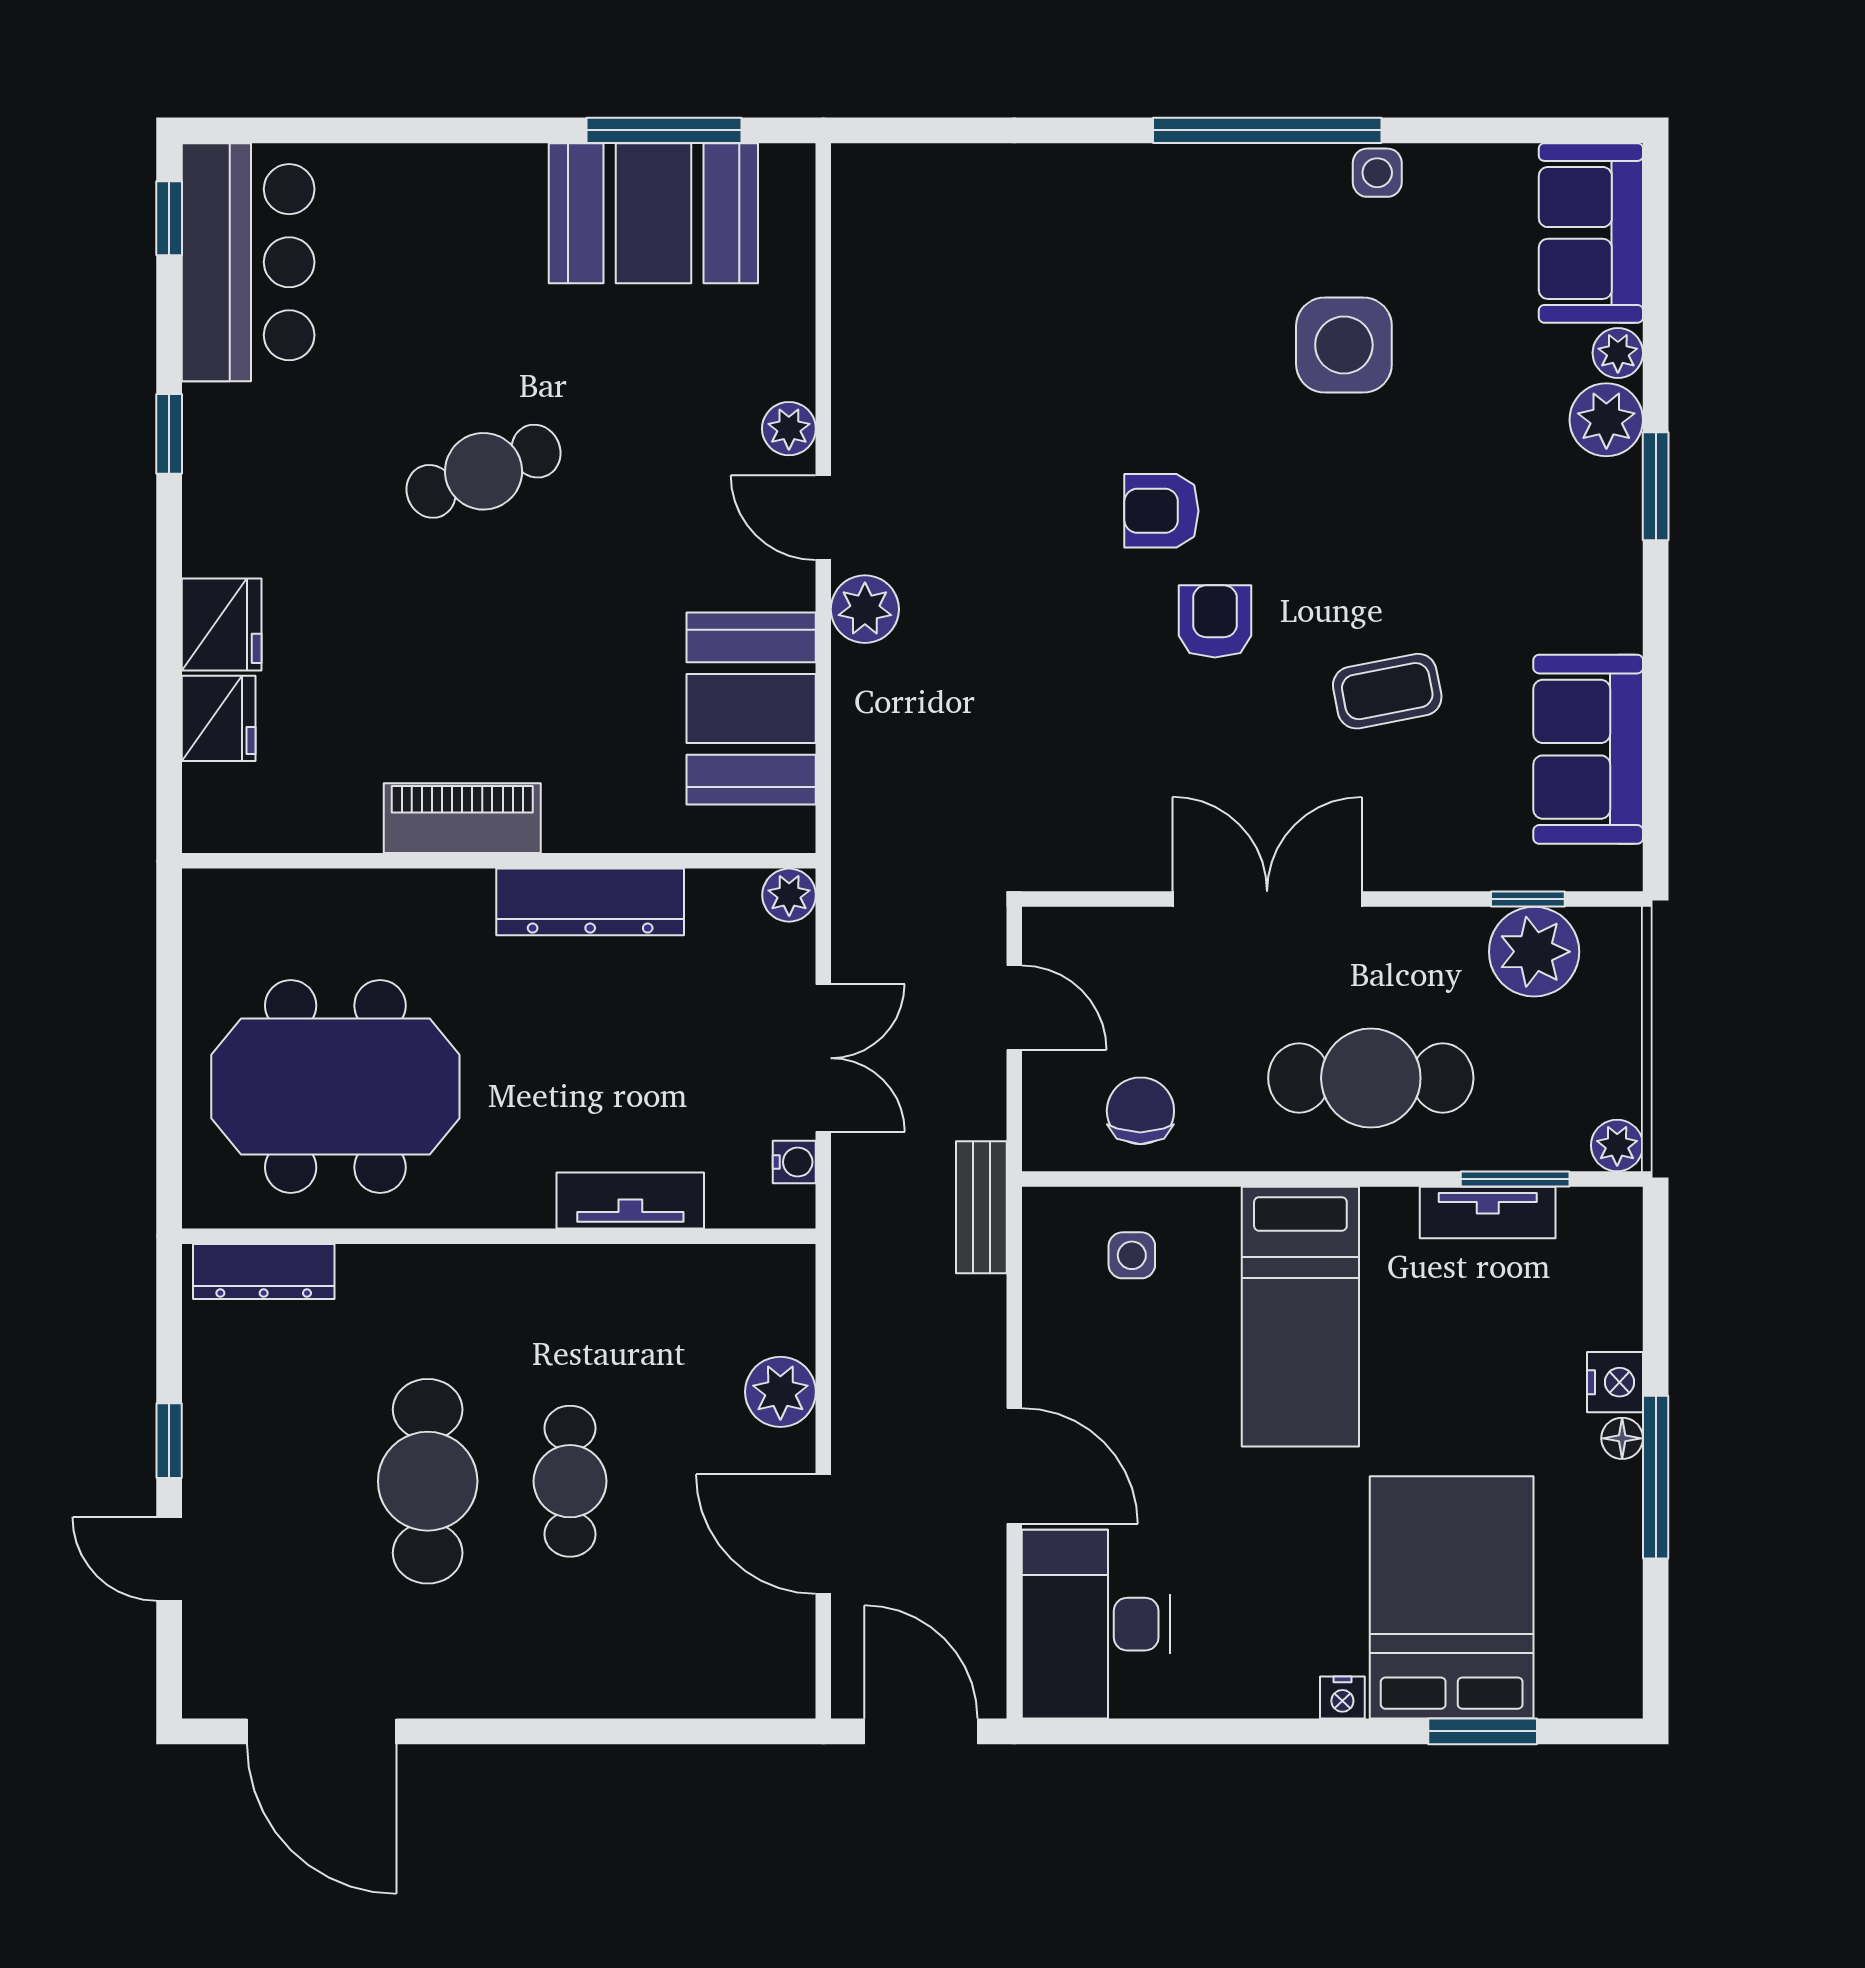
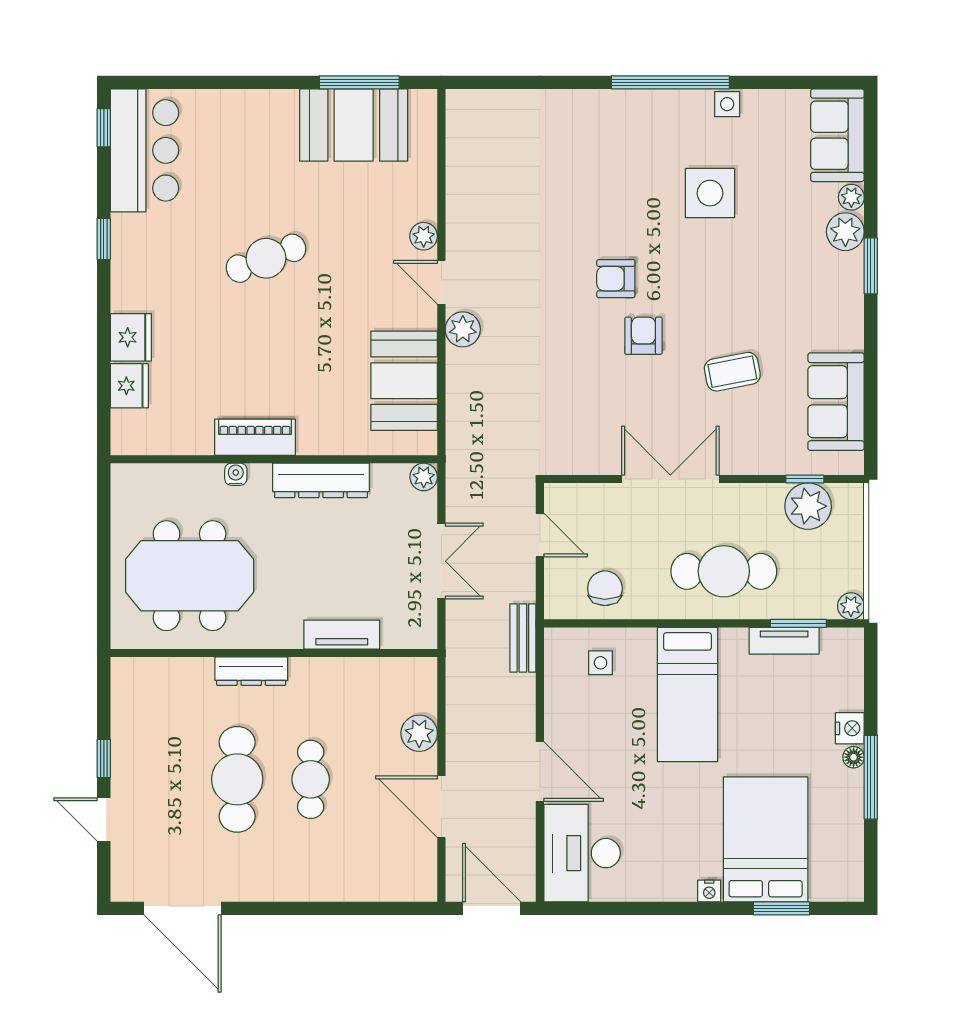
water cooler: (794, 1162) -> (236, 474), moved, turned -90
dresser: (264, 1272) -> (251, 671), moved

